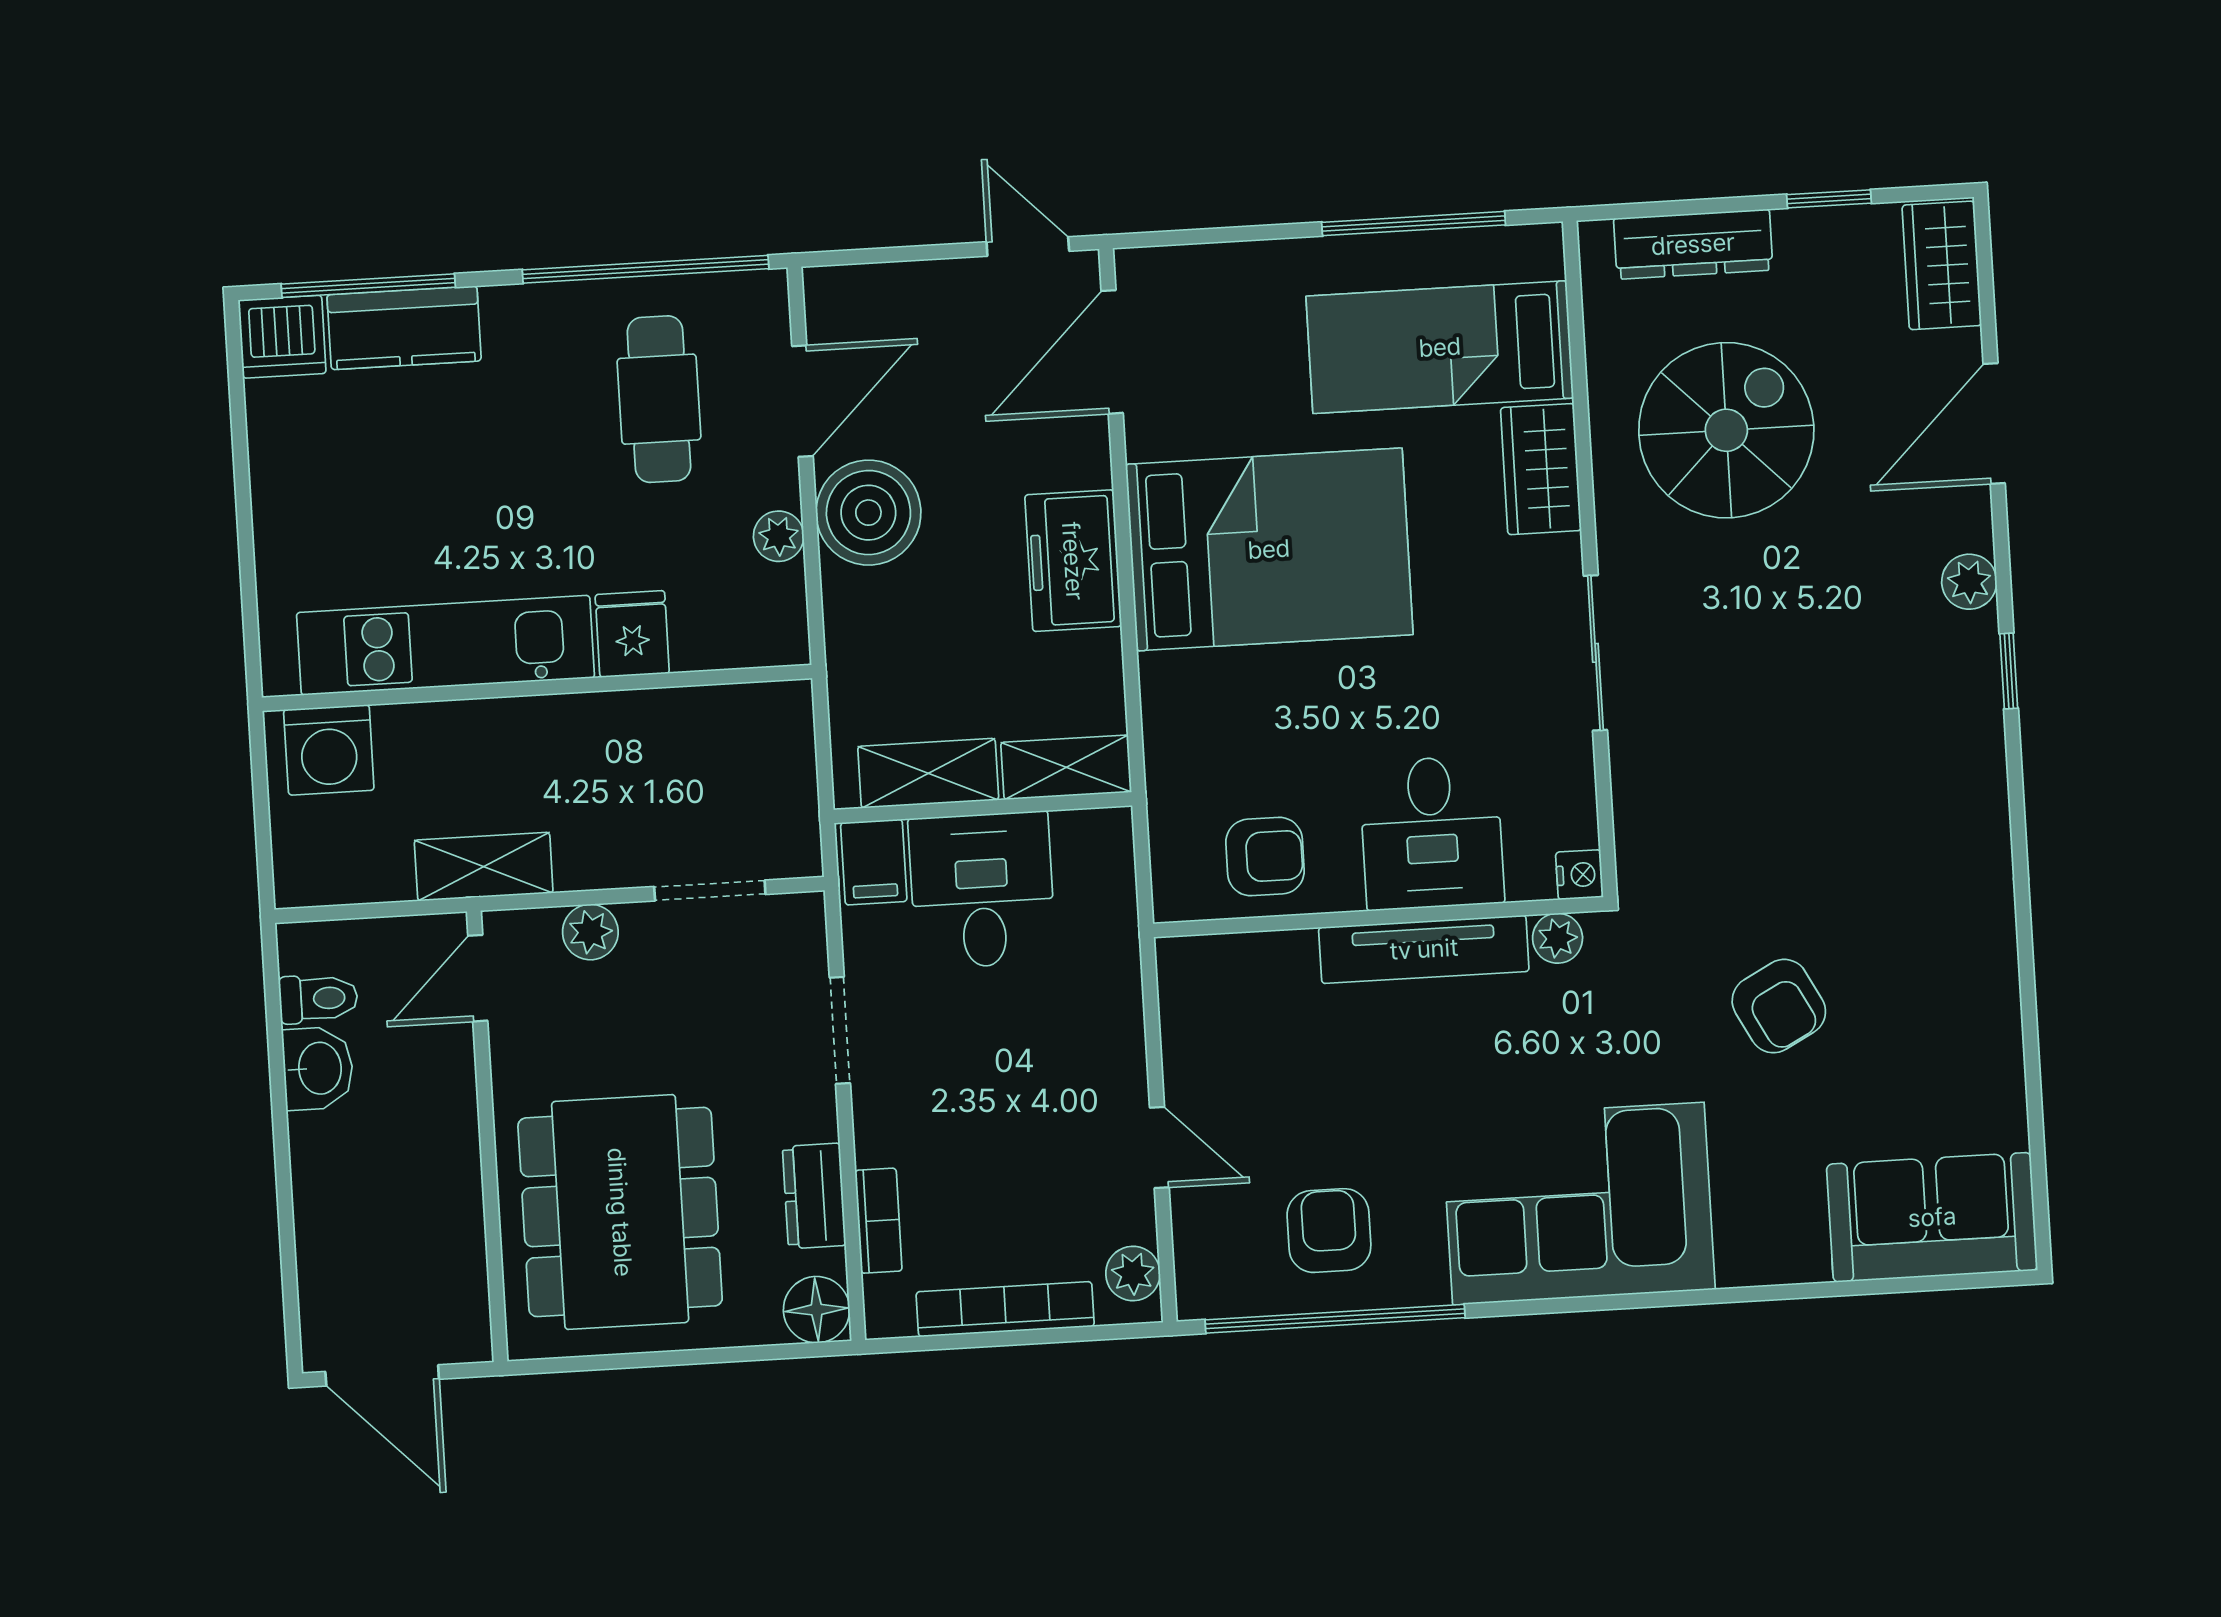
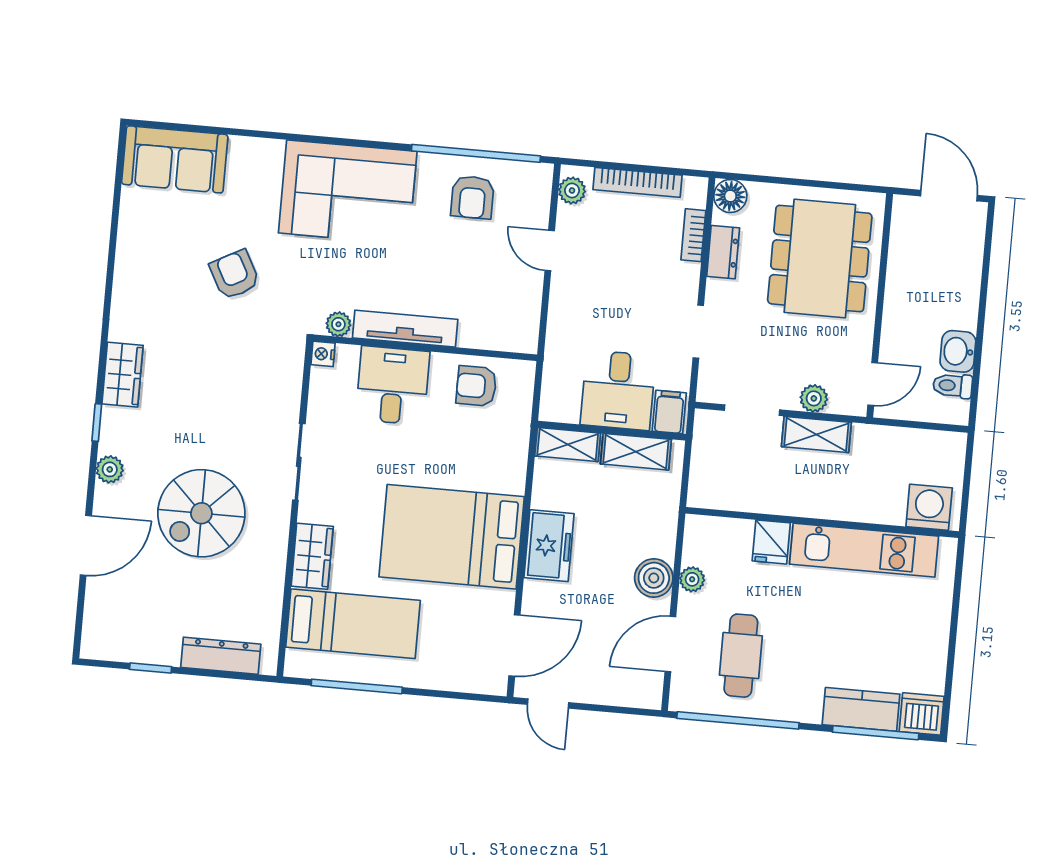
wardrobe: (1942, 265) -> (122, 375), moved
spiral stairs: (1726, 430) -> (201, 513), moved
boiler: (868, 513) -> (654, 578), width x0.73, depth x0.73
shelving: (484, 867) -> (816, 434), moved

